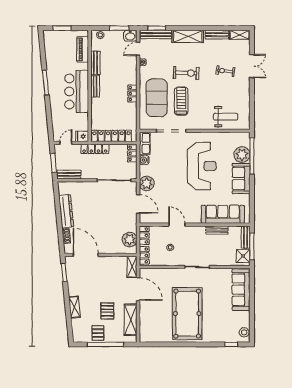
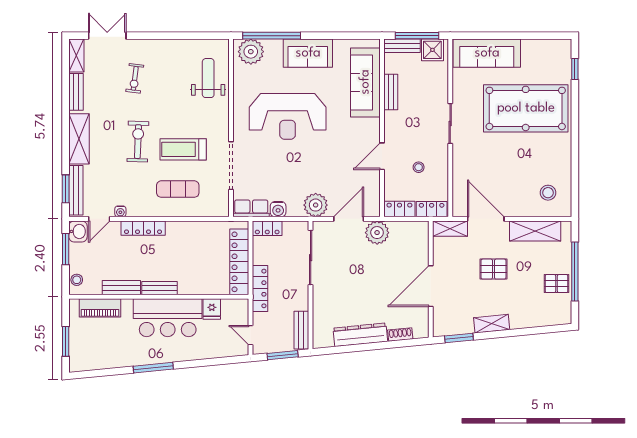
door: (138, 49) -> (99, 219), hinge flipped
double door: (252, 66) -> (107, 36), moved
locker: (132, 93) -> (143, 228), moved, width x1.53
exercise mat: (157, 98) -> (178, 189), width x0.50, depth x0.69
fridge: (82, 136) -> (212, 309), moved
plant: (242, 155) -> (251, 52), moved
reception desk: (202, 166) -> (288, 116), turned 180
plant: (130, 240) -> (377, 233), moved
door: (86, 255) -> (431, 286), moved
door: (138, 289) -> (486, 219), hinge flipped
shelving: (74, 307) -> (492, 324), moved
pallet: (107, 311) -> (493, 269), moved
pool table: (187, 314) -> (526, 108), moved
stool: (244, 332) -> (548, 193), moved

